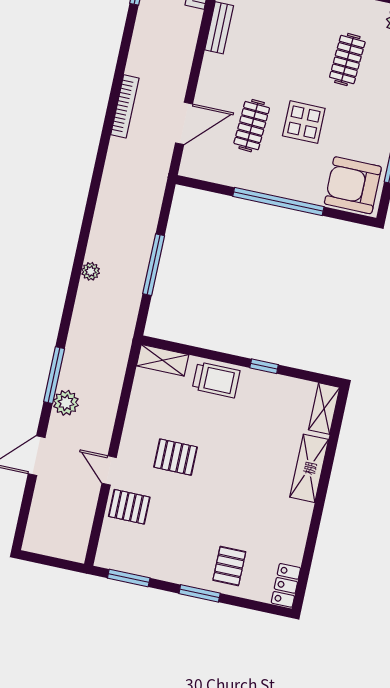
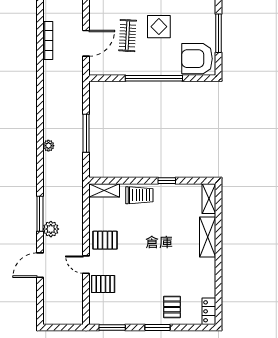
pallet: (176, 457) -> (105, 240), moved

